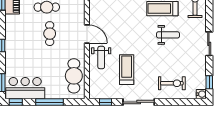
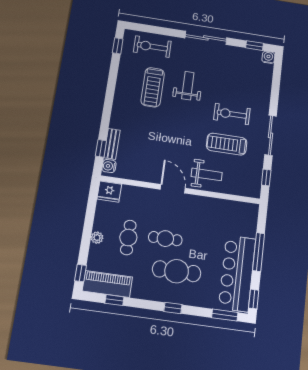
door: (87, 34) -> (173, 189), hinge flipped
sliding door: (209, 44) -> (206, 38), width x1.37
cafe table: (74, 76) -> (177, 271), moved
exercise bike: (172, 83) -> (232, 114), moved, turned -90
bar counter: (25, 88) -> (237, 273), width x1.36

